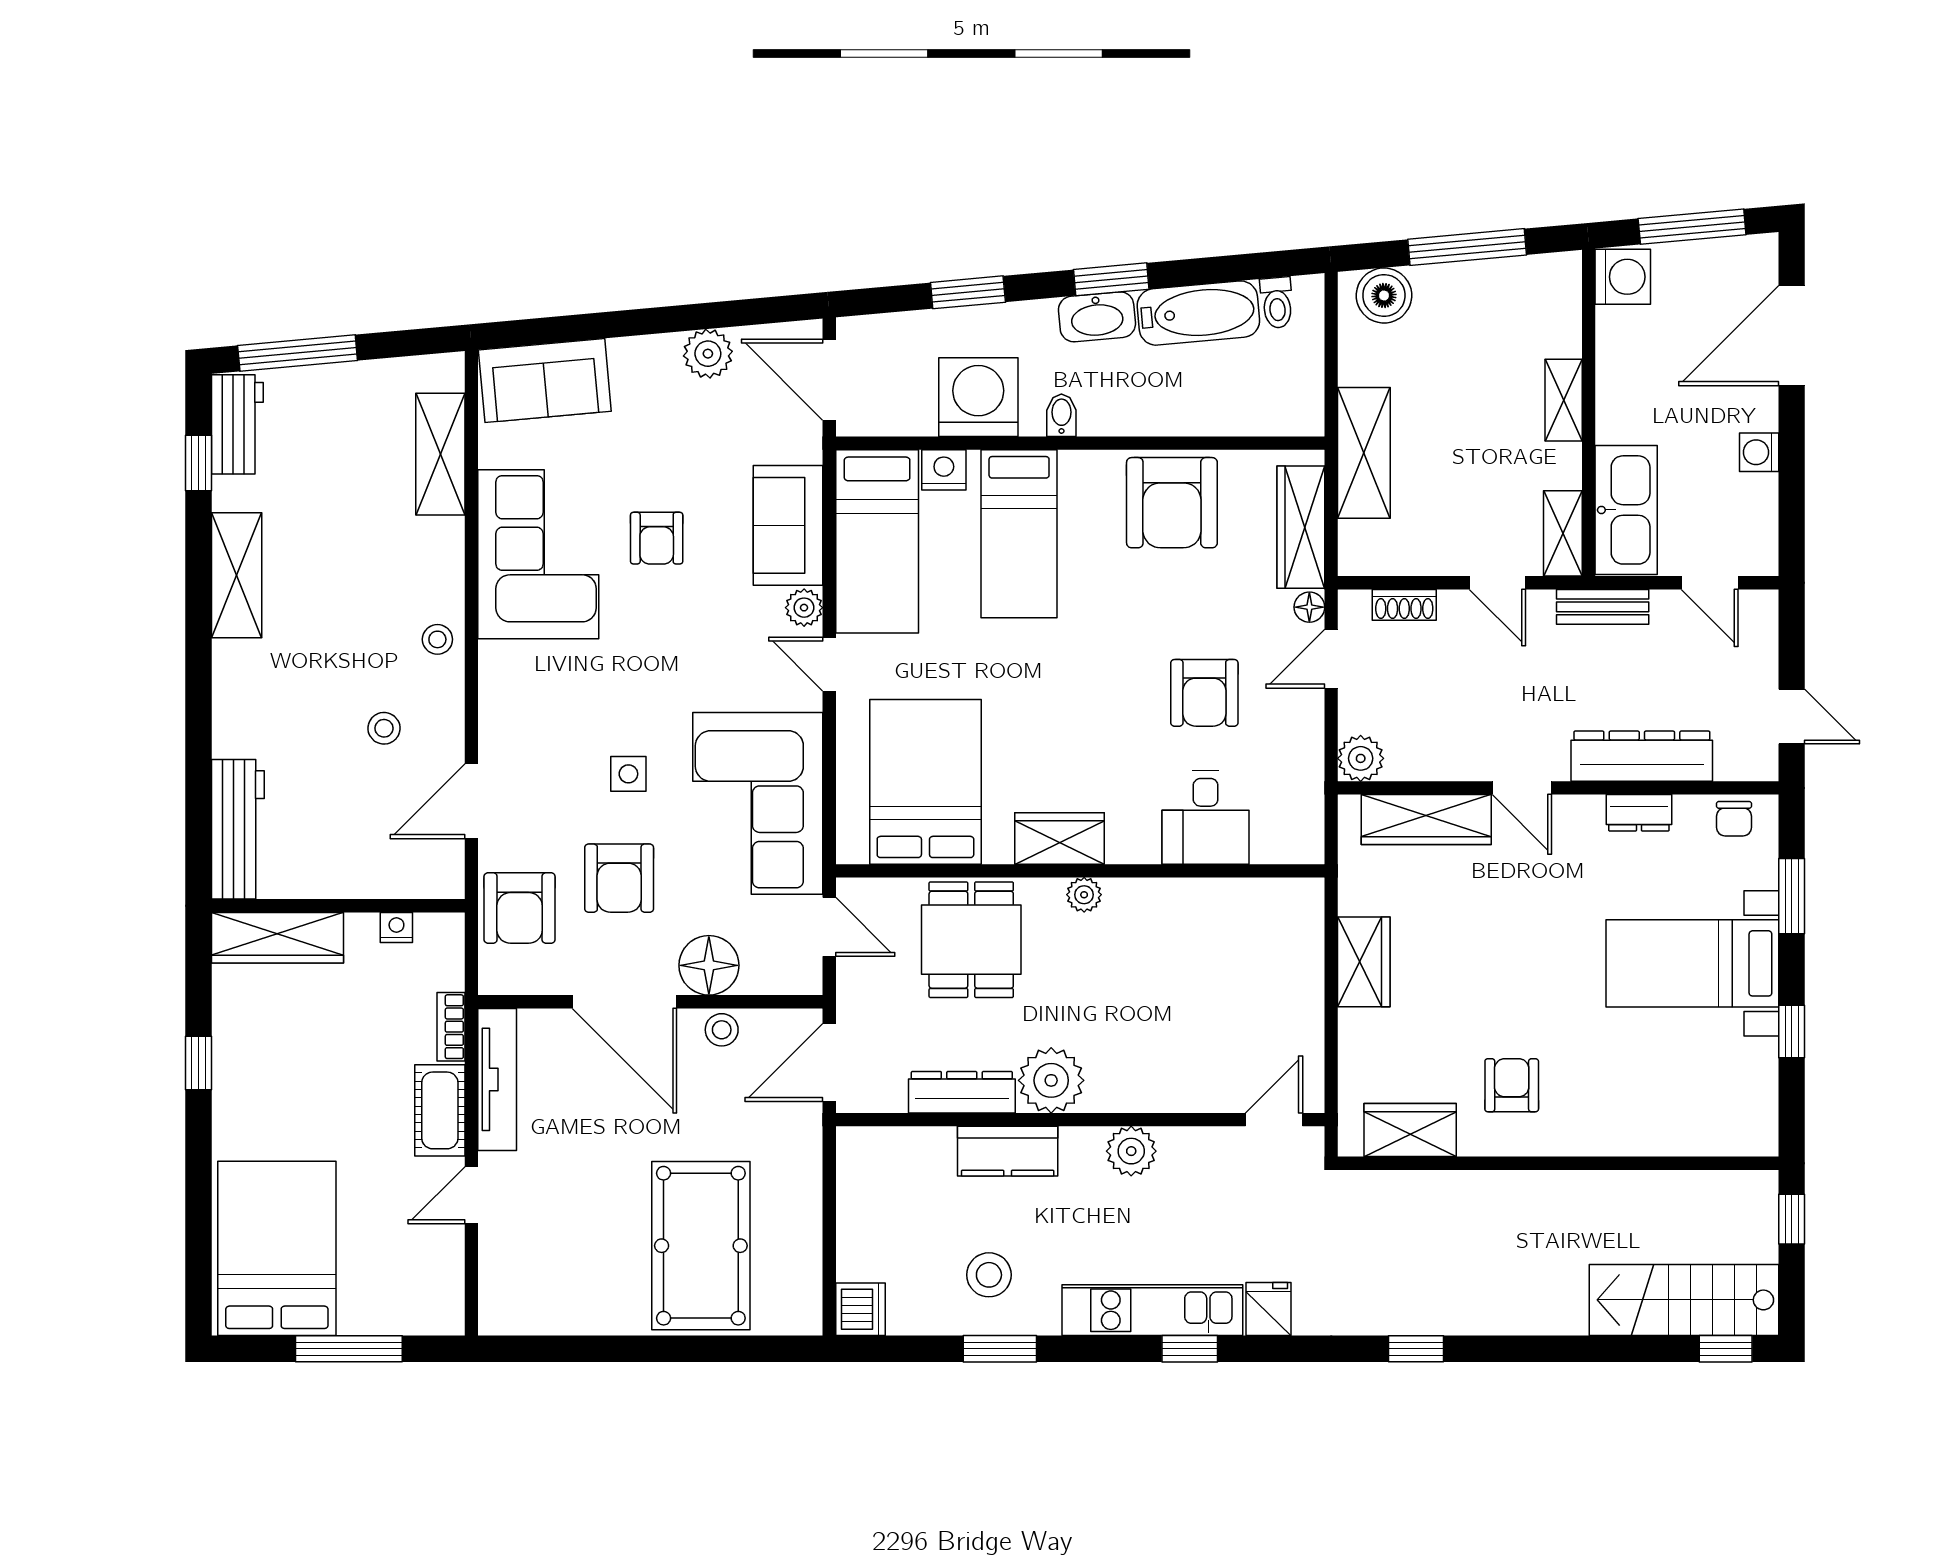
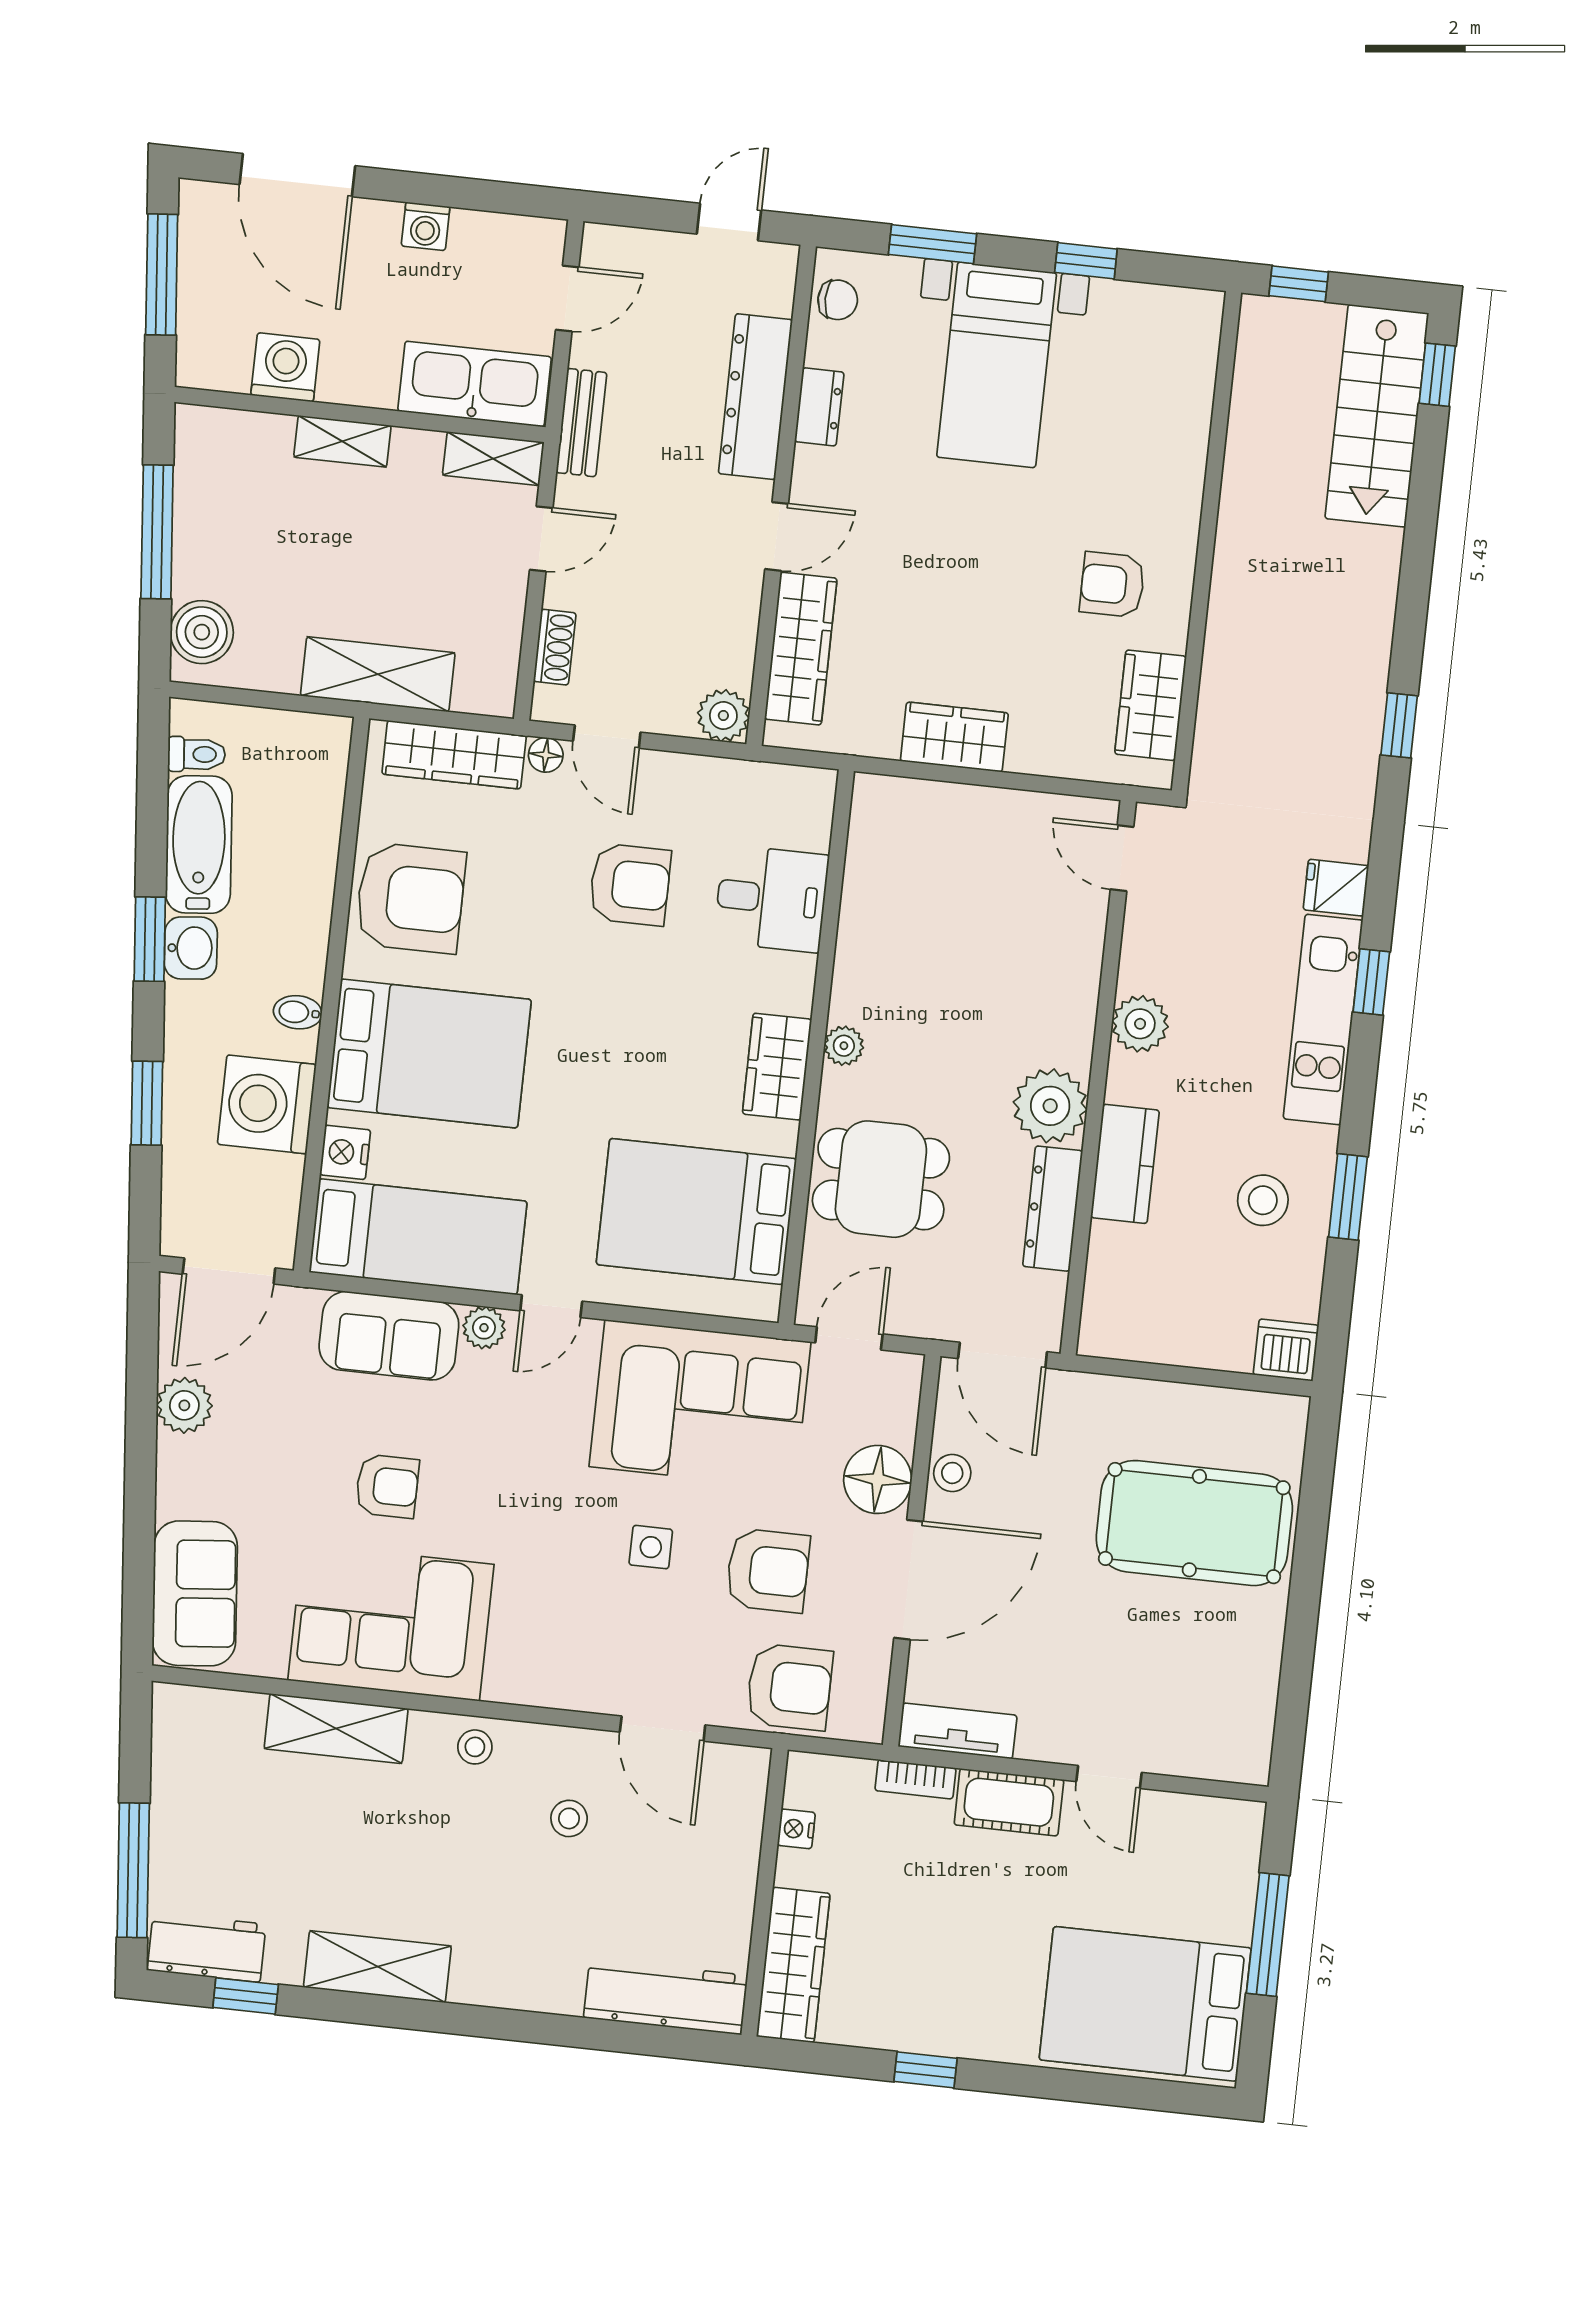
washing machine: (1623, 277) -> (285, 367), moved
washbasin: (1097, 317) -> (191, 948), width x0.72
shelving: (440, 454) -> (336, 1729), moved
bed: (1019, 534) -> (429, 1053), width x1.50
tv unit: (497, 1079) -> (958, 1731), width x0.71

